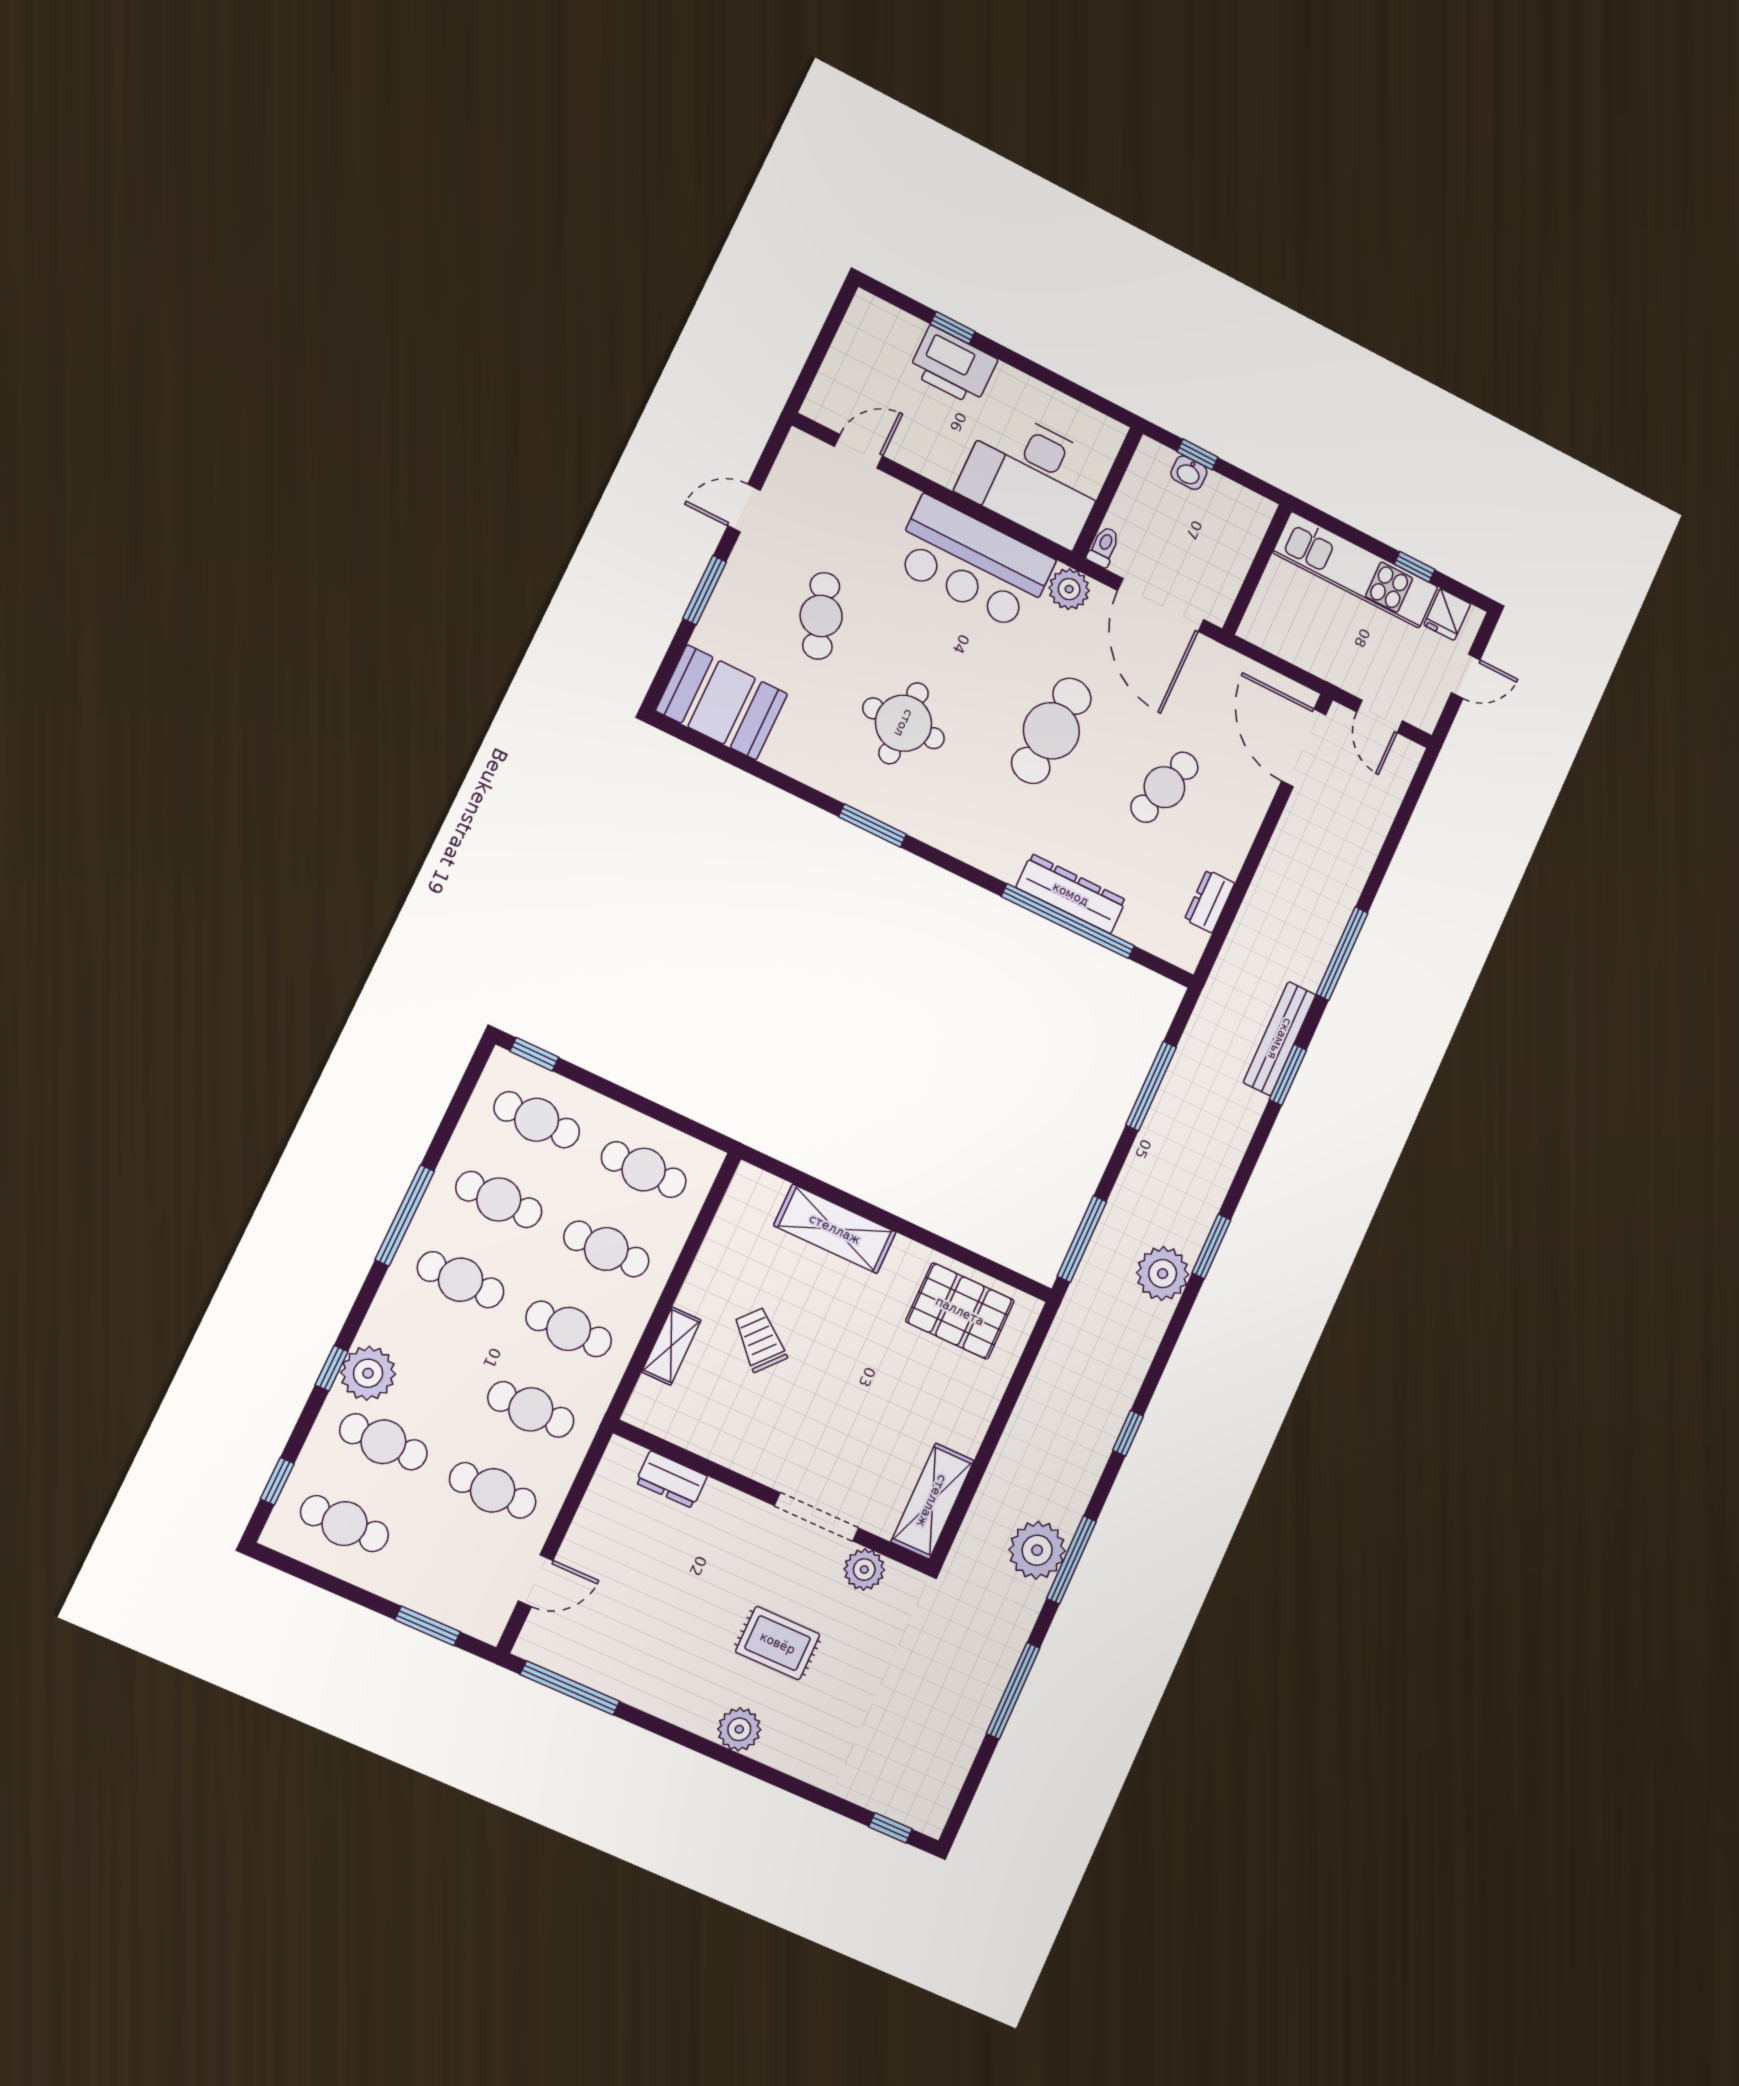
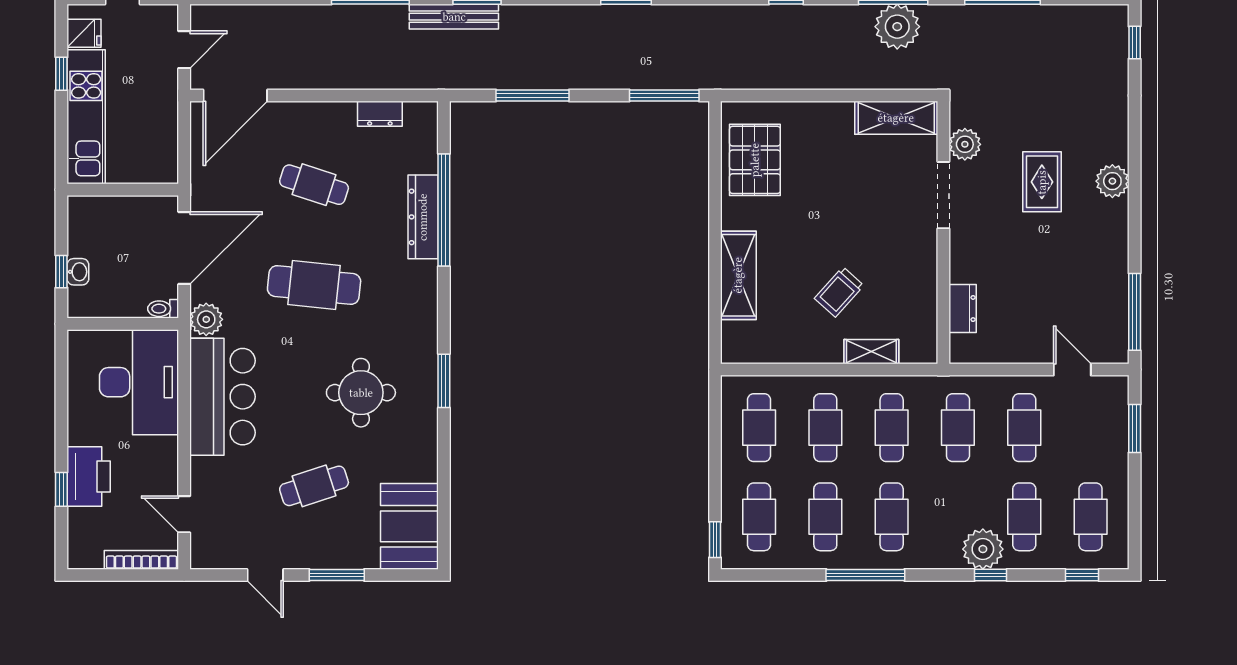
bookcase: (829, 376) -> (141, 560), added
plant: (1163, 1274) -> (662, 25), removed

